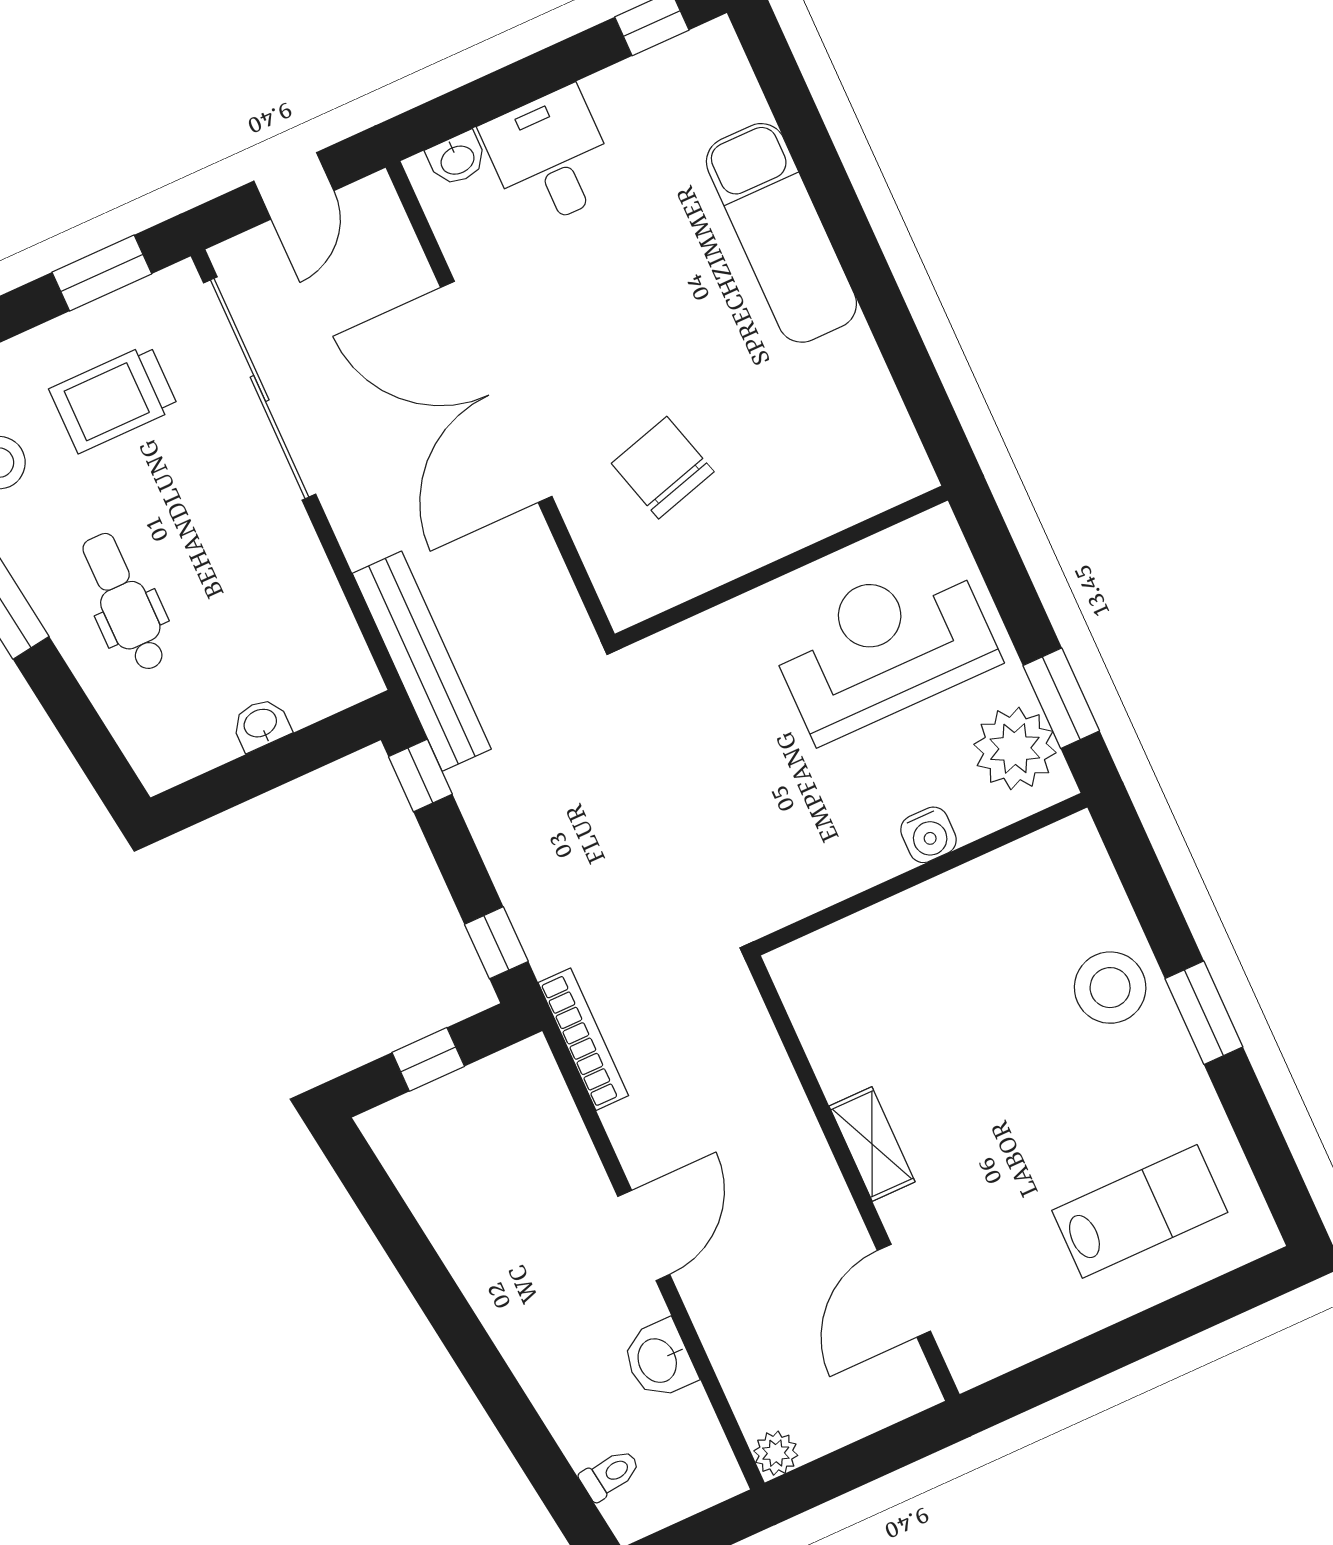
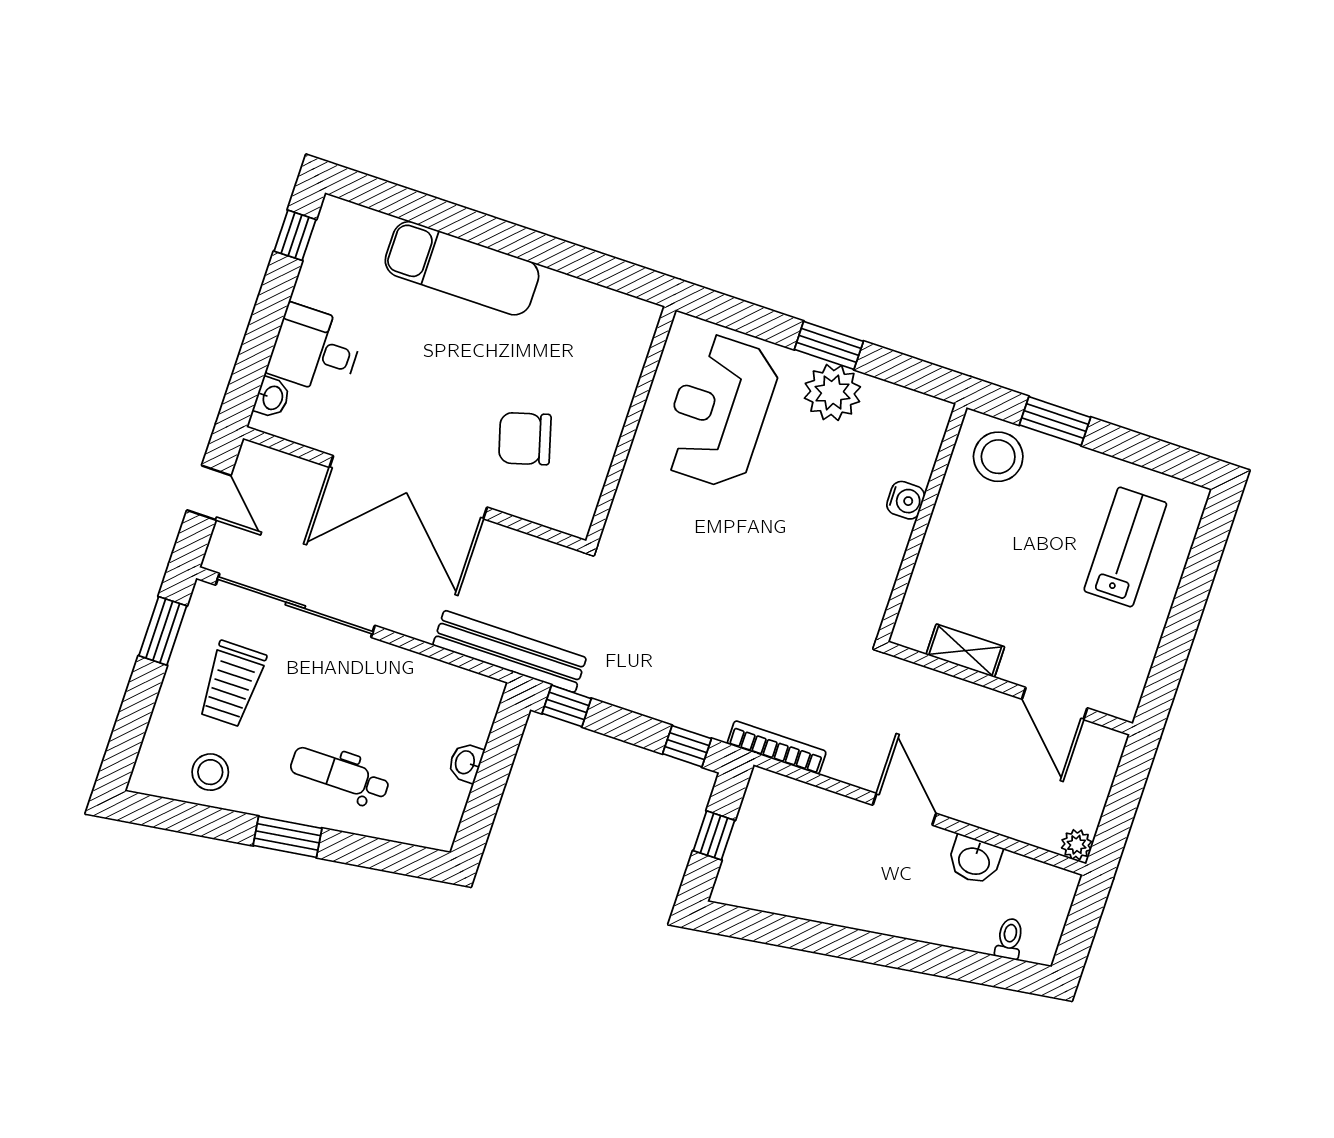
water cooler: (929, 835) -> (906, 500), moved
wall: (921, 874) -> (922, 523), moved

